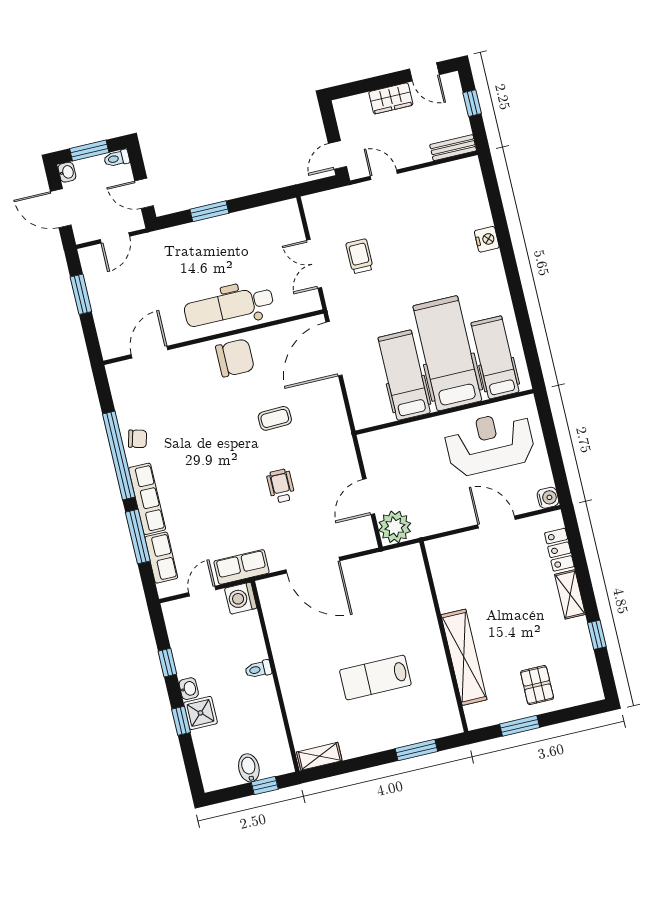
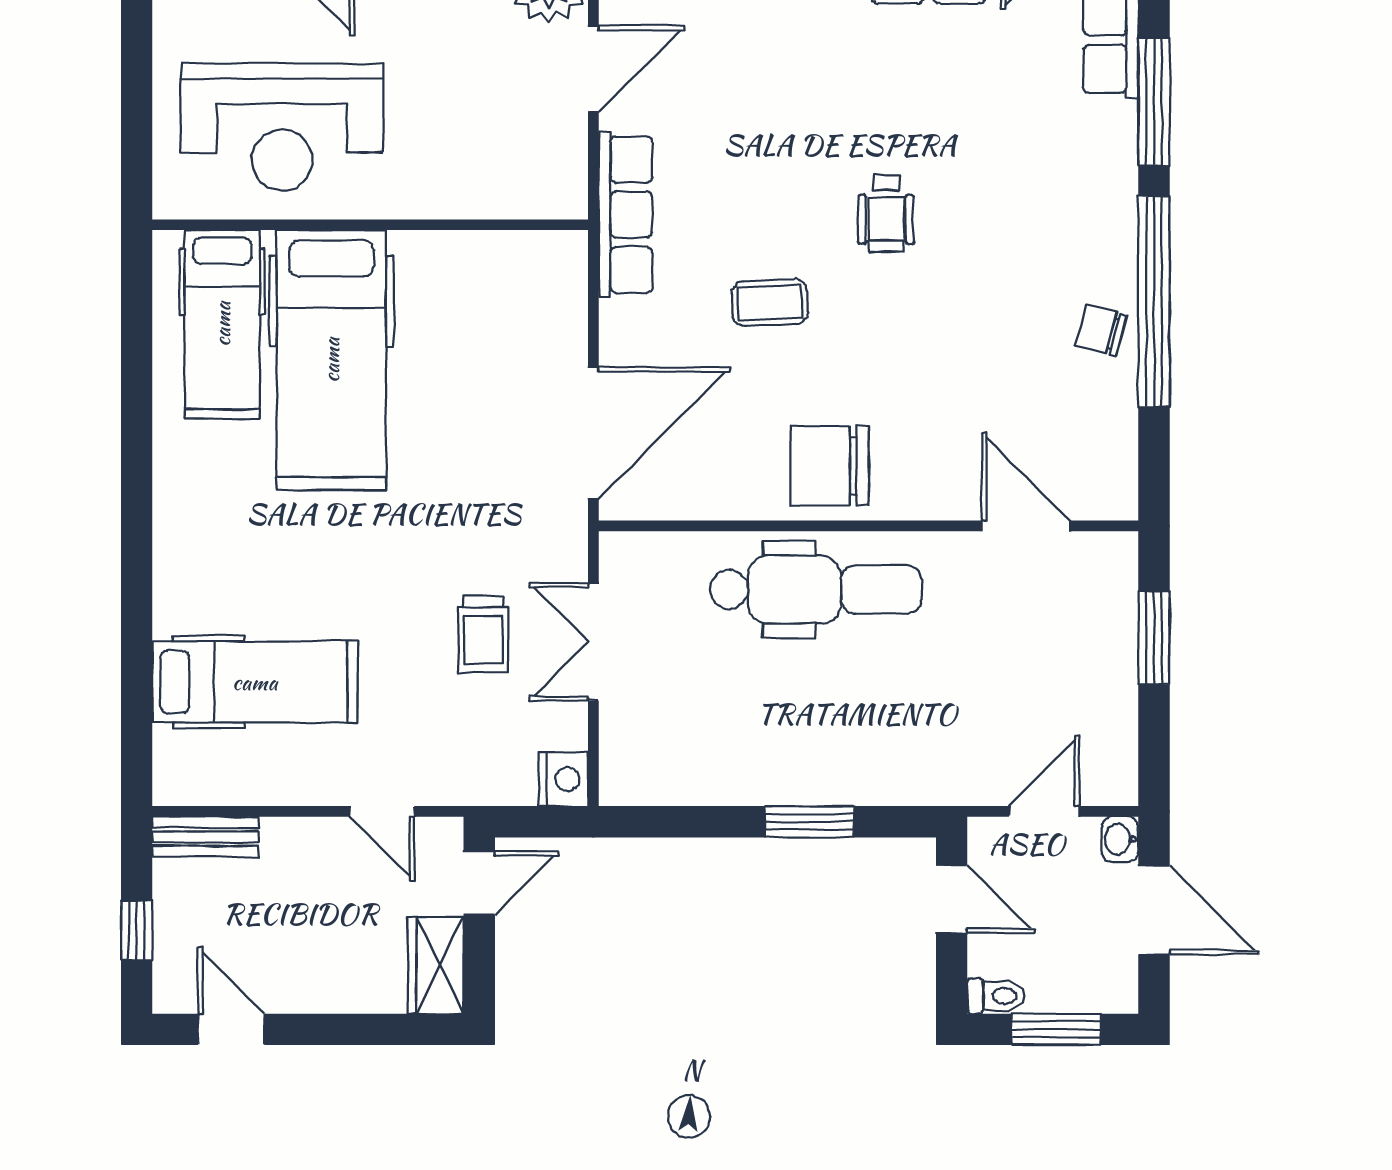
wardrobe: (391, 98) -> (436, 965), moved, turned -90
washbasin: (67, 172) -> (1120, 839), moved
nightstand: (487, 239) -> (563, 779), moved, turned 180
double door: (314, 264) -> (593, 642), swing flipped
window: (81, 294) -> (1154, 638), moved
door: (150, 352) -> (1026, 526), swing flipped
hospital bed: (404, 375) -> (255, 682), moved, turned -90
wheelchair: (281, 486) -> (886, 213), moved
row of seats: (147, 499) -> (625, 215), moved, turned 180

